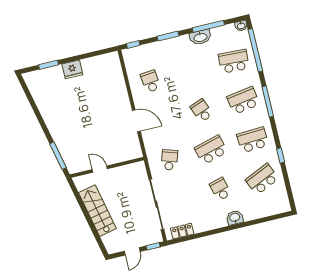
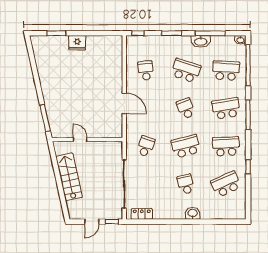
school desk: (192, 71) -> (186, 71), added

